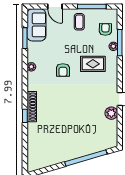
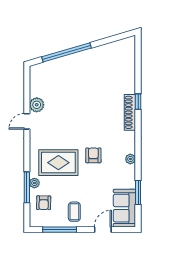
door: (55, 6) -> (103, 230), hinge flipped
rug: (93, 64) -> (58, 163), width x1.36, depth x1.43

